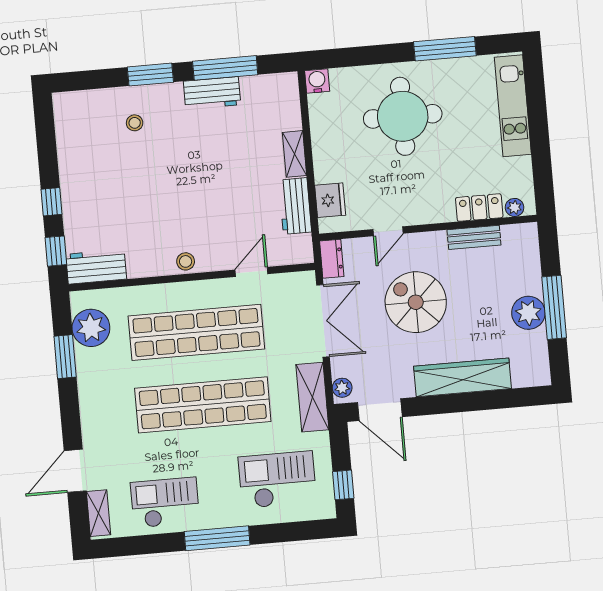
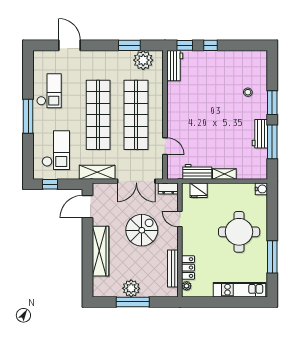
bench: (474, 237) -> (173, 268), width x1.36
stool: (186, 261) -> (173, 112), removed
plant: (342, 388) -> (101, 188), removed
shelving: (99, 513) -> (47, 56), removed

